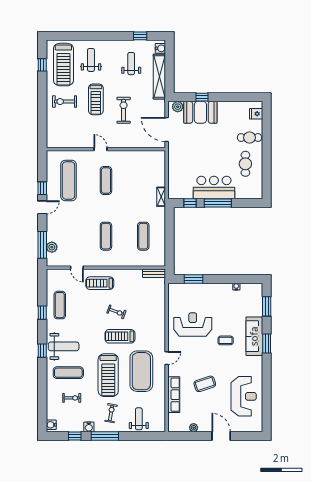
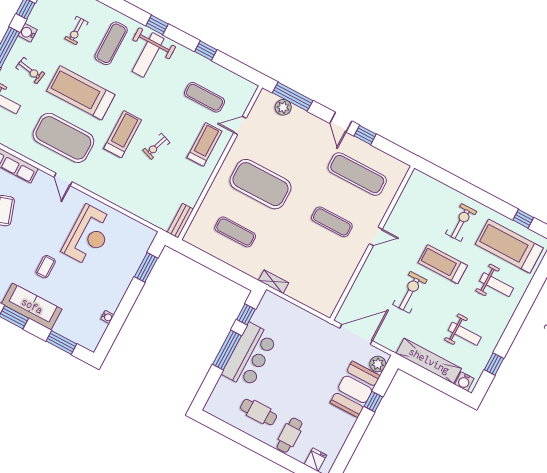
exercise bike: (124, 110) -> (410, 292), turned -90
exercise mat: (106, 236) -> (261, 184), width x2.00, depth x1.45
exercise mat: (60, 305) -> (204, 97), moved

